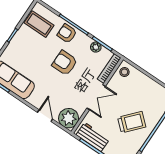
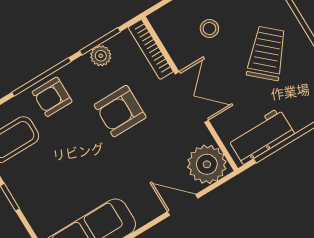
armchair: (65, 63) -> (120, 111), moved
stool: (124, 72) -> (209, 29), moved

